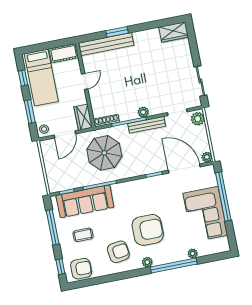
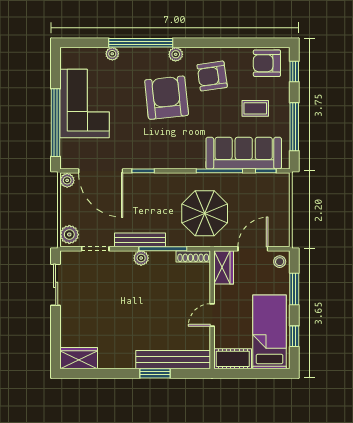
armchair: (148, 230) -> (167, 98), turned 84

